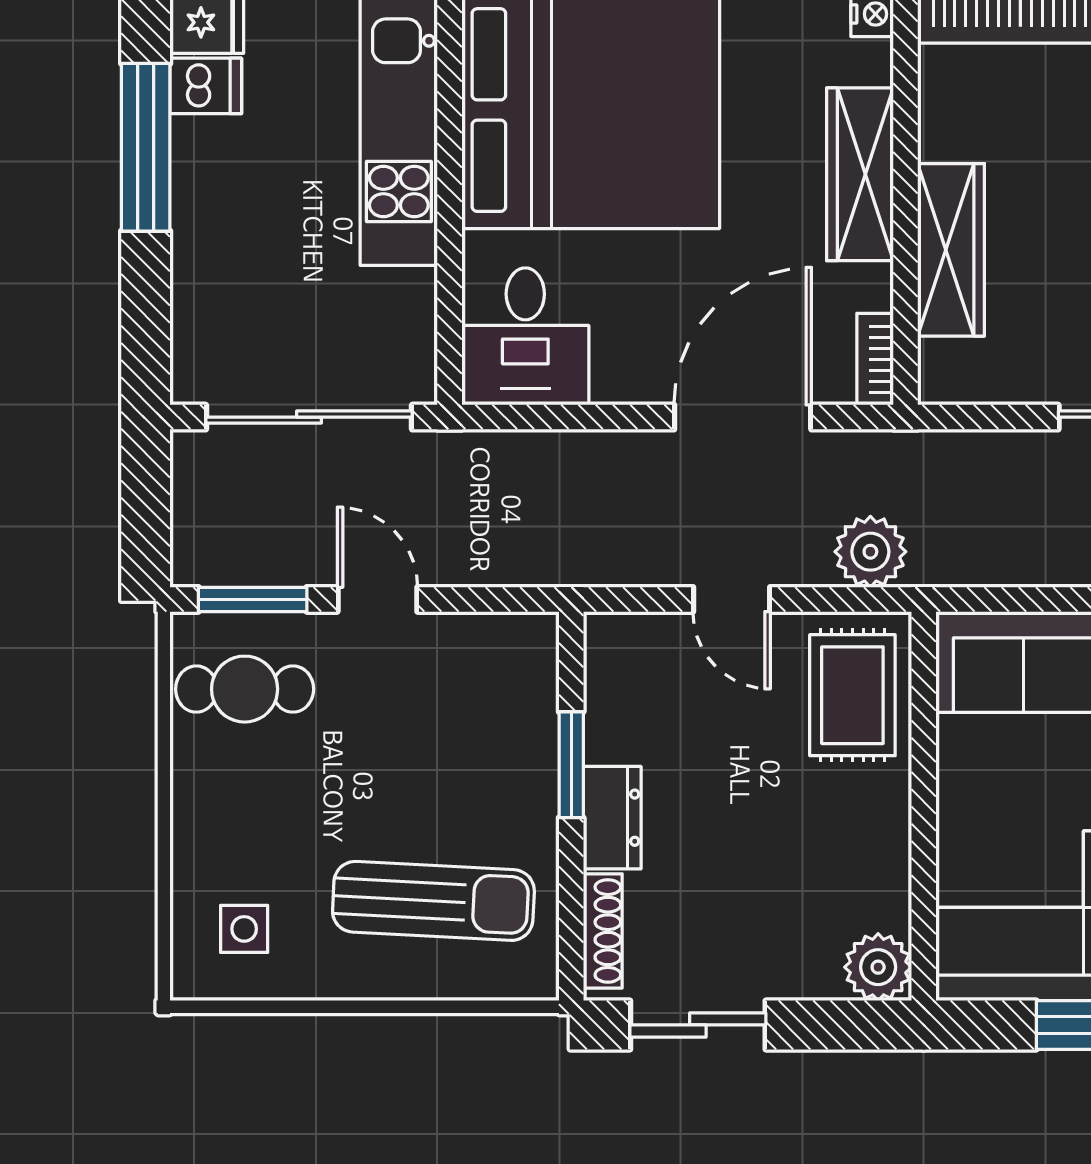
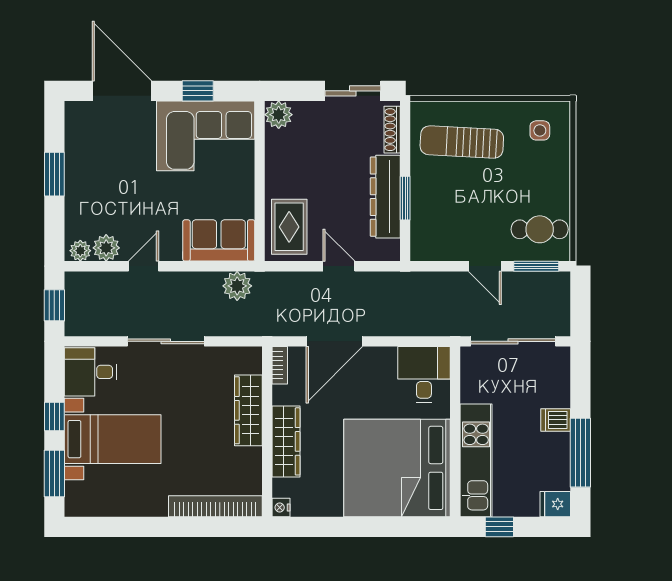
dishwasher: (206, 86) -> (556, 420), moved
plant: (870, 552) -> (237, 286), moved
dresser: (612, 818) -> (385, 197), width x1.96, depth x1.24

